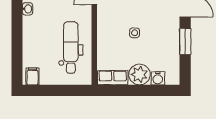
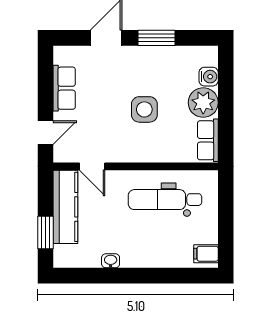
side table: (135, 33) -> (144, 109), width x1.87, depth x1.87

